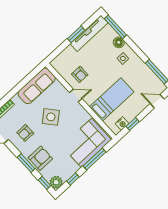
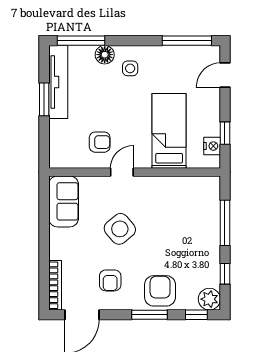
sofa: (37, 86) -> (64, 201), width x0.73
corner sofa: (87, 143) -> (195, 214), removed

